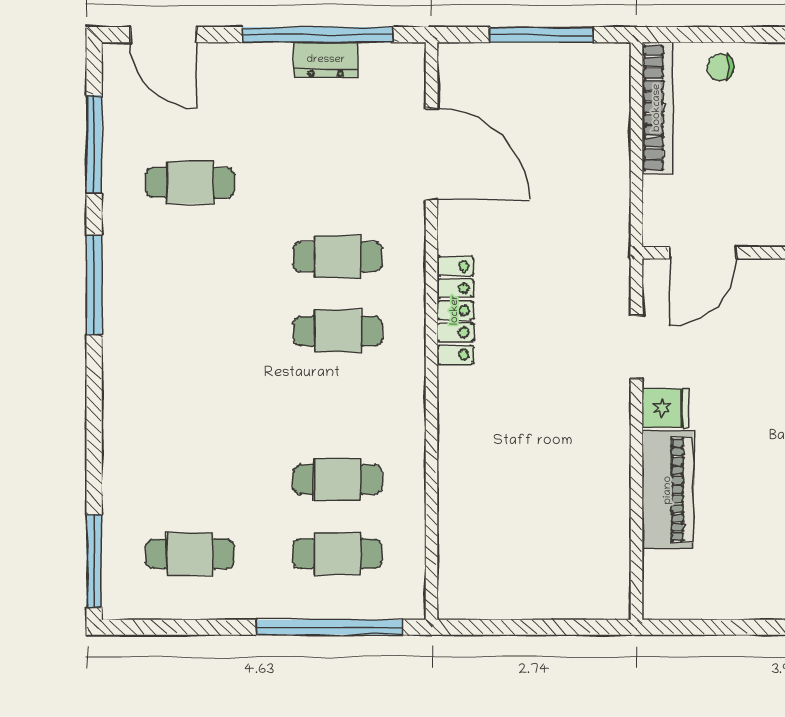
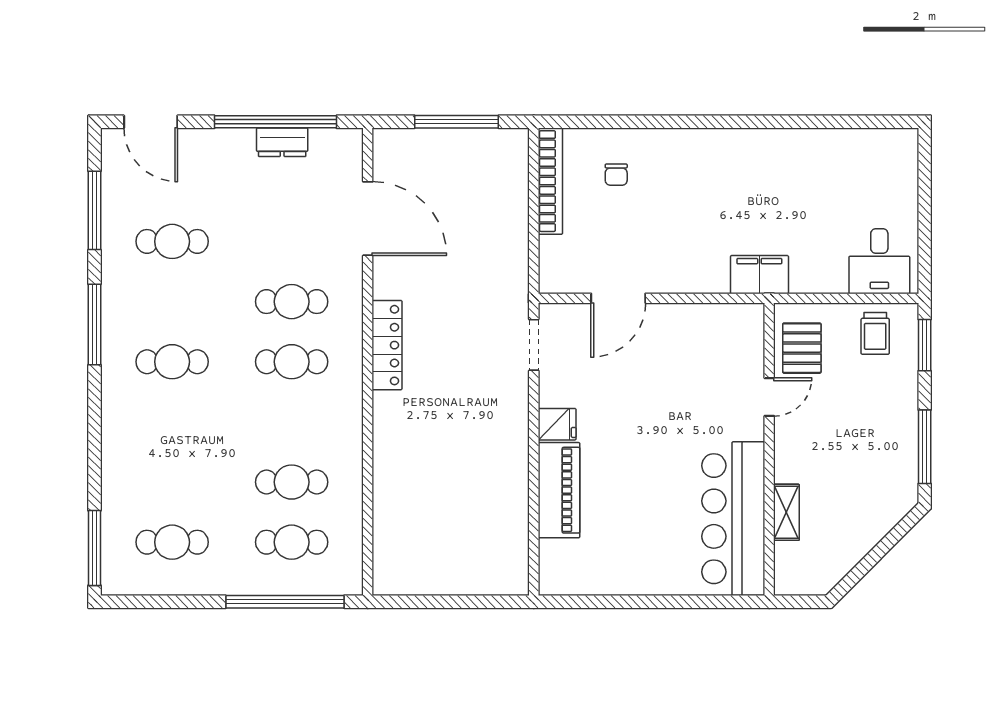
chair: (720, 67) -> (616, 175), moved, turned -90
door: (703, 253) -> (618, 298), moved
cafe table: (190, 331) -> (172, 362), added
doorway: (637, 347) -> (534, 345), moved

